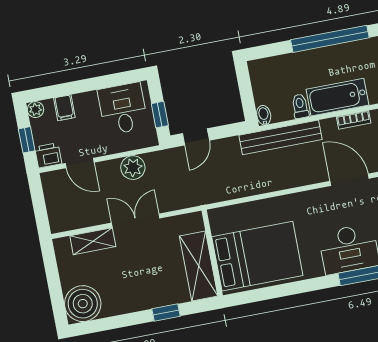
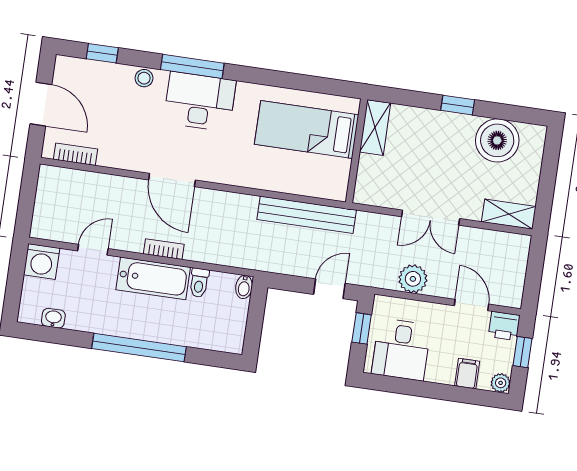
bookcase: (354, 120) -> (164, 249), moved
bench: (280, 137) -> (307, 215), moved
shelving: (93, 241) -> (509, 214), moved
bed: (257, 256) -> (307, 130), width x0.67
shelving: (199, 266) -> (375, 128), width x0.67, depth x0.75
boiler: (83, 304) -> (497, 140), moved
window: (166, 313) -> (458, 105), moved

